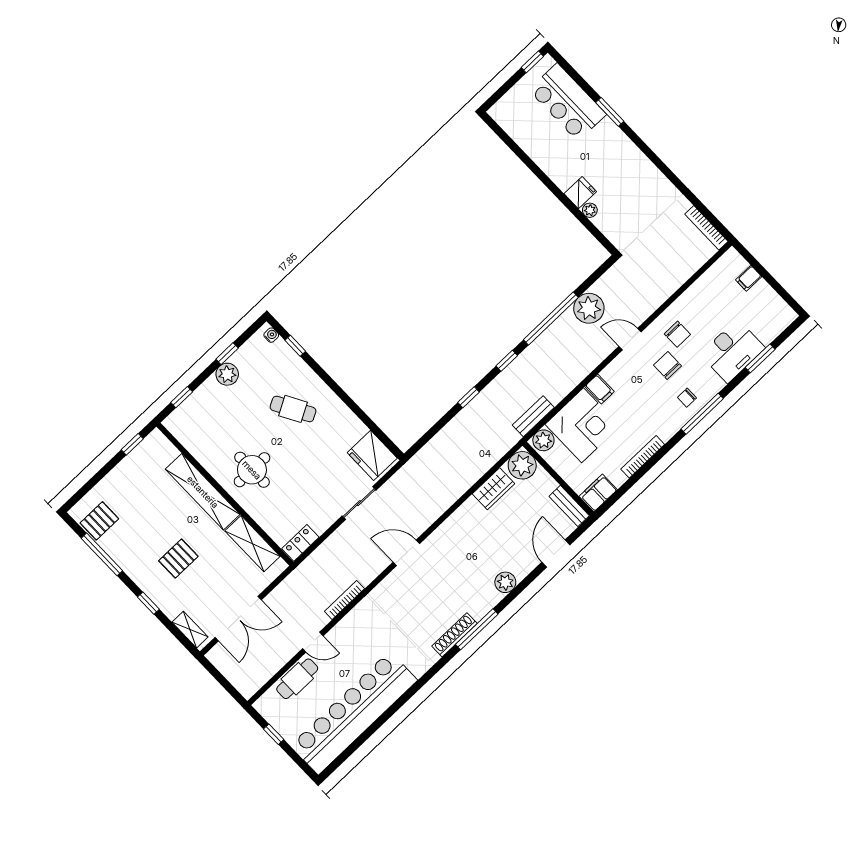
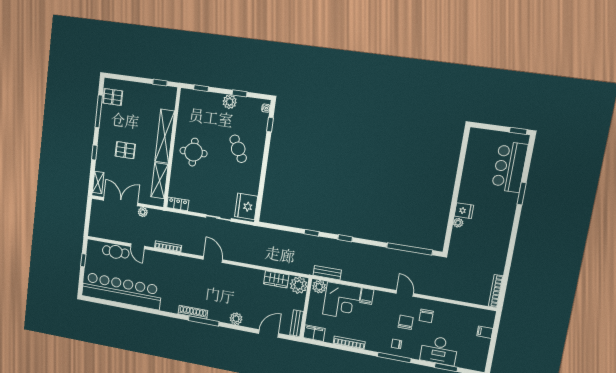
plant: (589, 308) -> (143, 212), moved, width x0.53, depth x0.53
window: (551, 318) -> (410, 249), moved
double door: (238, 619) -> (121, 202), swing flipped

